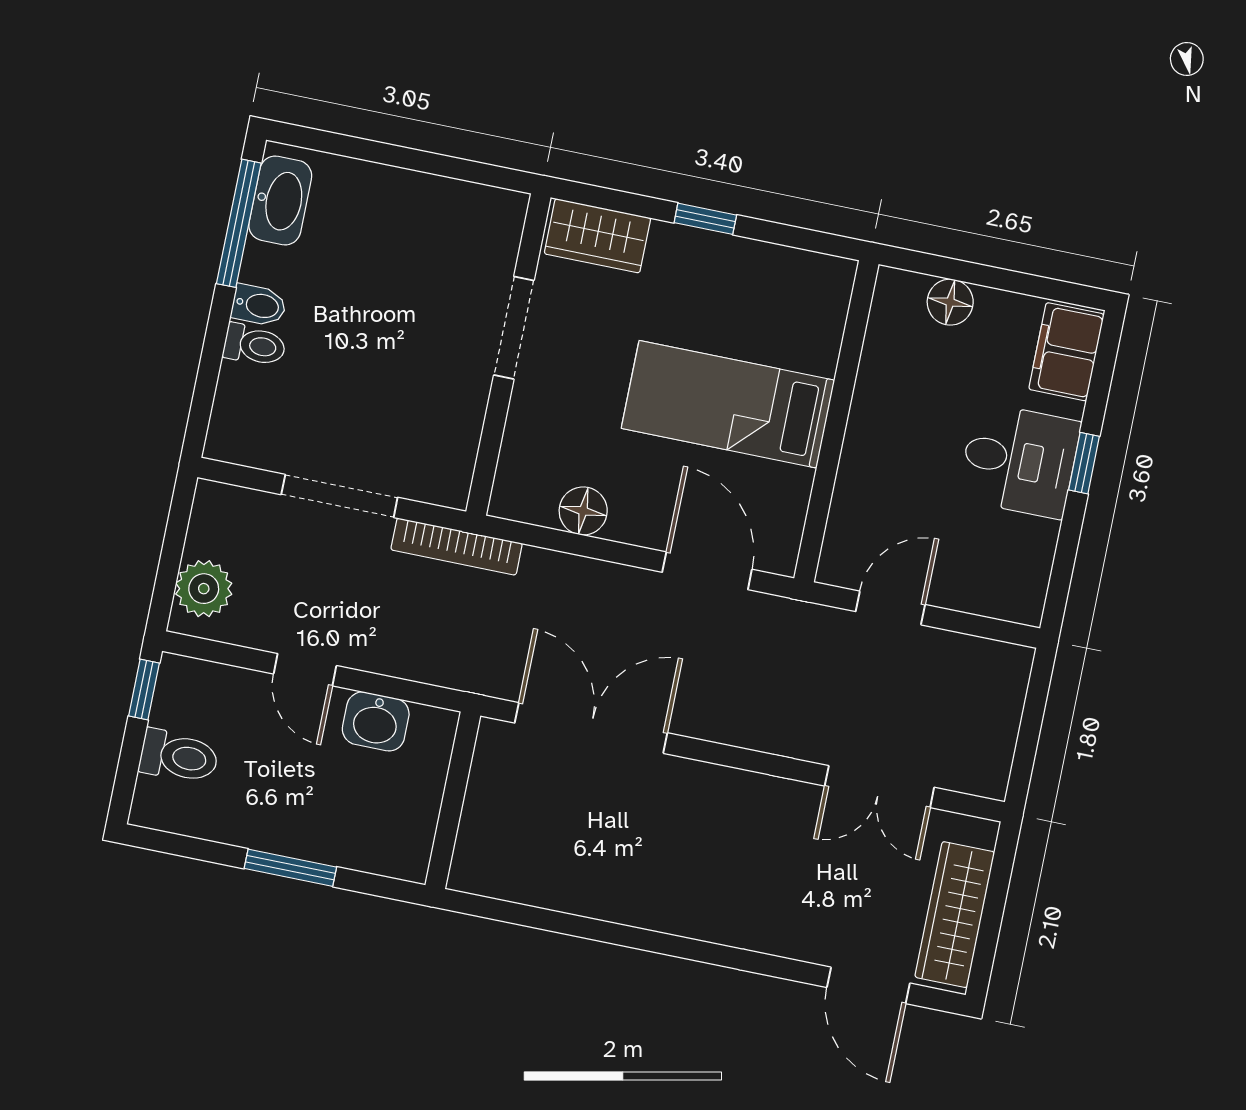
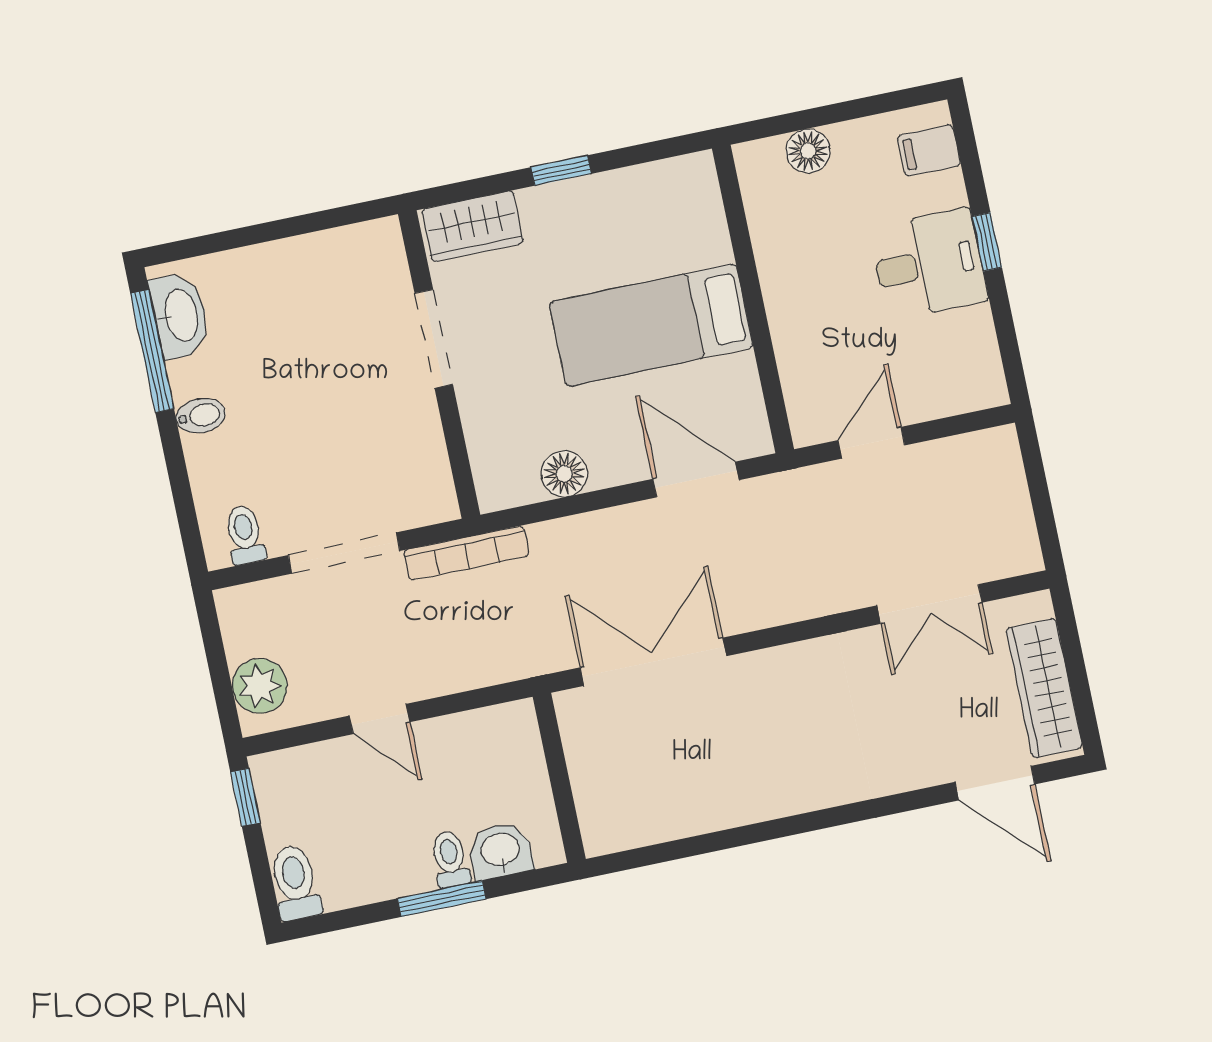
toilet: (255, 345) -> (245, 535), moved, turned -90
filing cabinet: (1066, 352) -> (929, 151), width x0.50
washbasin: (376, 721) -> (500, 851), moved, turned 180
toilet: (179, 756) -> (295, 883), moved, turned -90
toilet: (315, 833) -> (450, 859), added

